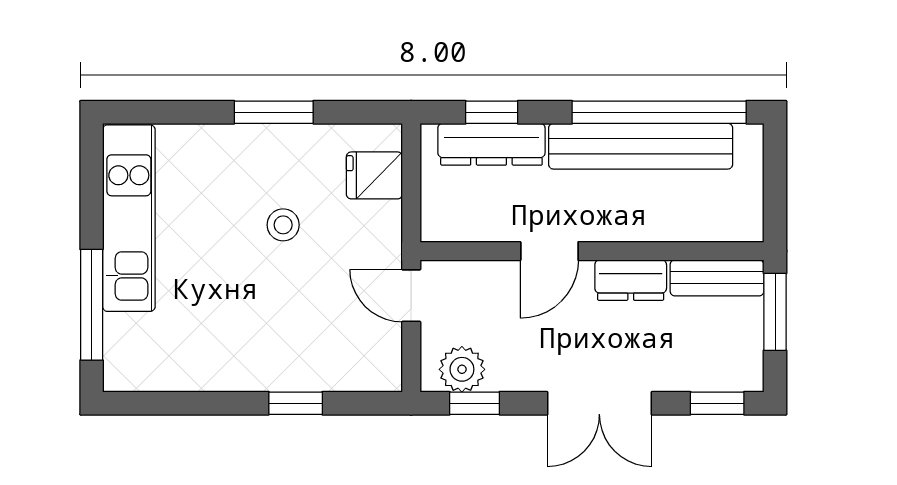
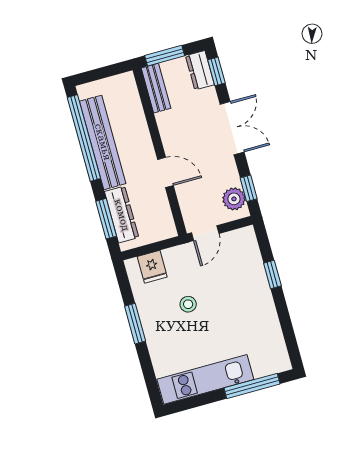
window: (492, 112) -> (106, 219), width x1.50
dresser: (631, 280) -> (200, 70), moved, turned 180

